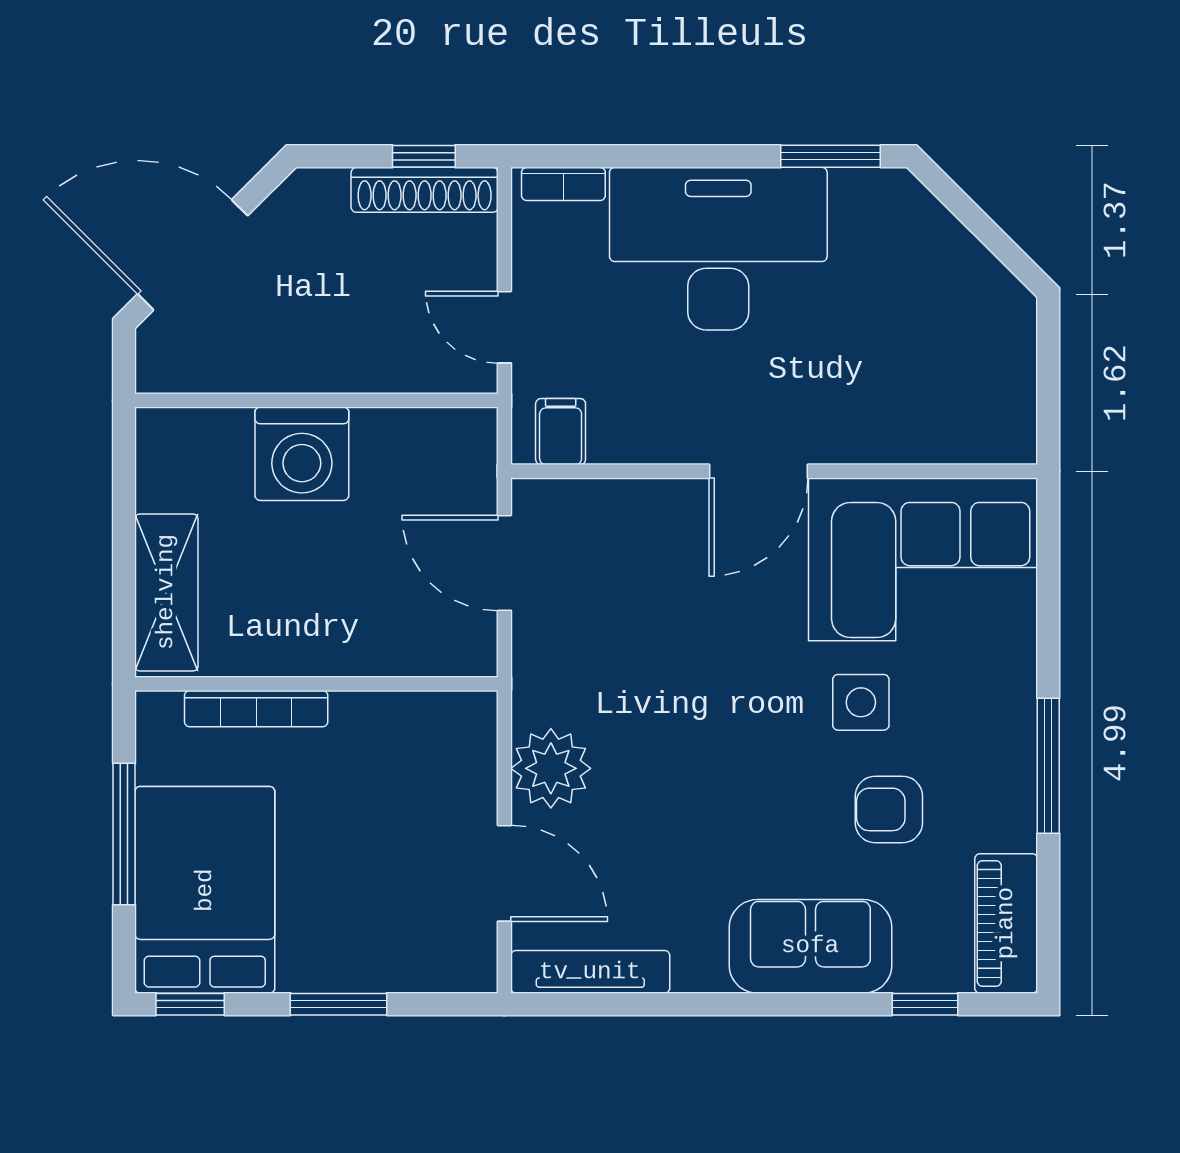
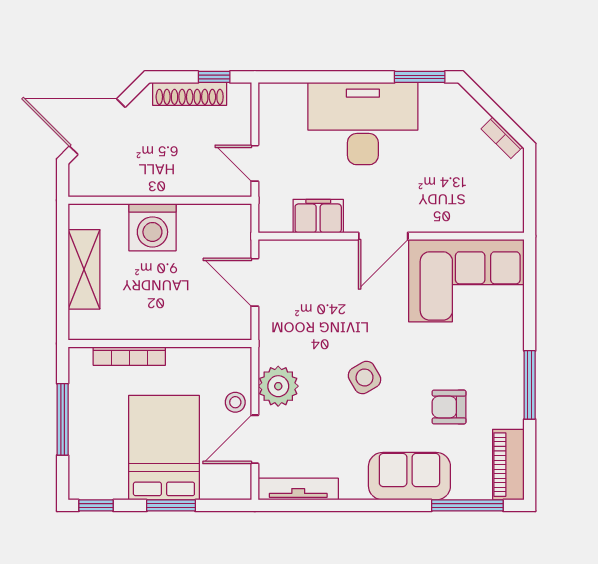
bookcase: (563, 184) -> (502, 138), moved, turned 45
shoe rack: (425, 190) -> (190, 94), moved
filing cabinet: (561, 432) -> (318, 216), moved, width x2.00
shelving: (166, 592) -> (84, 269), moved
side table: (861, 702) -> (365, 377), moved, turned -30
stool: (466, 800) -> (235, 402), added
door: (504, 873) -> (255, 439), swing flipped
bed: (205, 890) -> (164, 448), moved
window: (925, 1004) -> (467, 505), width x2.17

